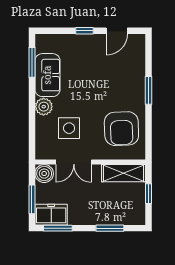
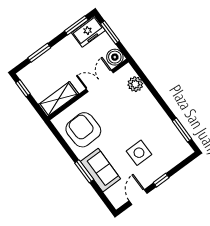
sofa: (47, 75) -> (100, 170), moved, turned 180
plant: (44, 107) -> (135, 84), moved
side table: (69, 128) -> (139, 153), moved
window: (148, 194) -> (23, 88), moved

